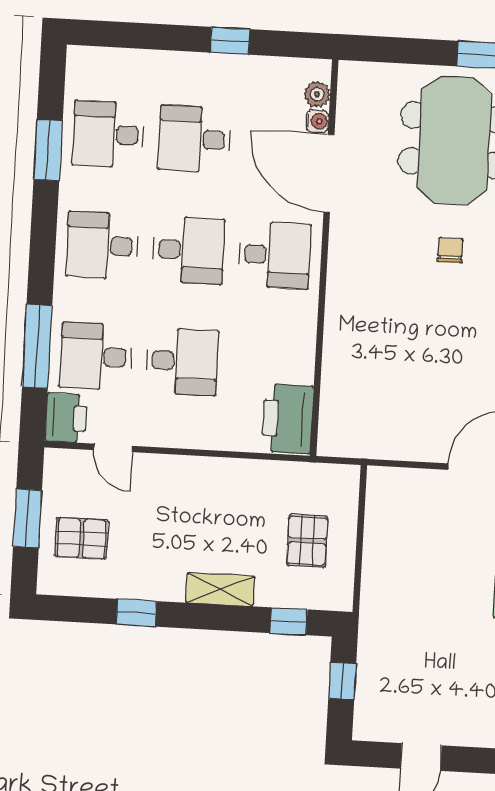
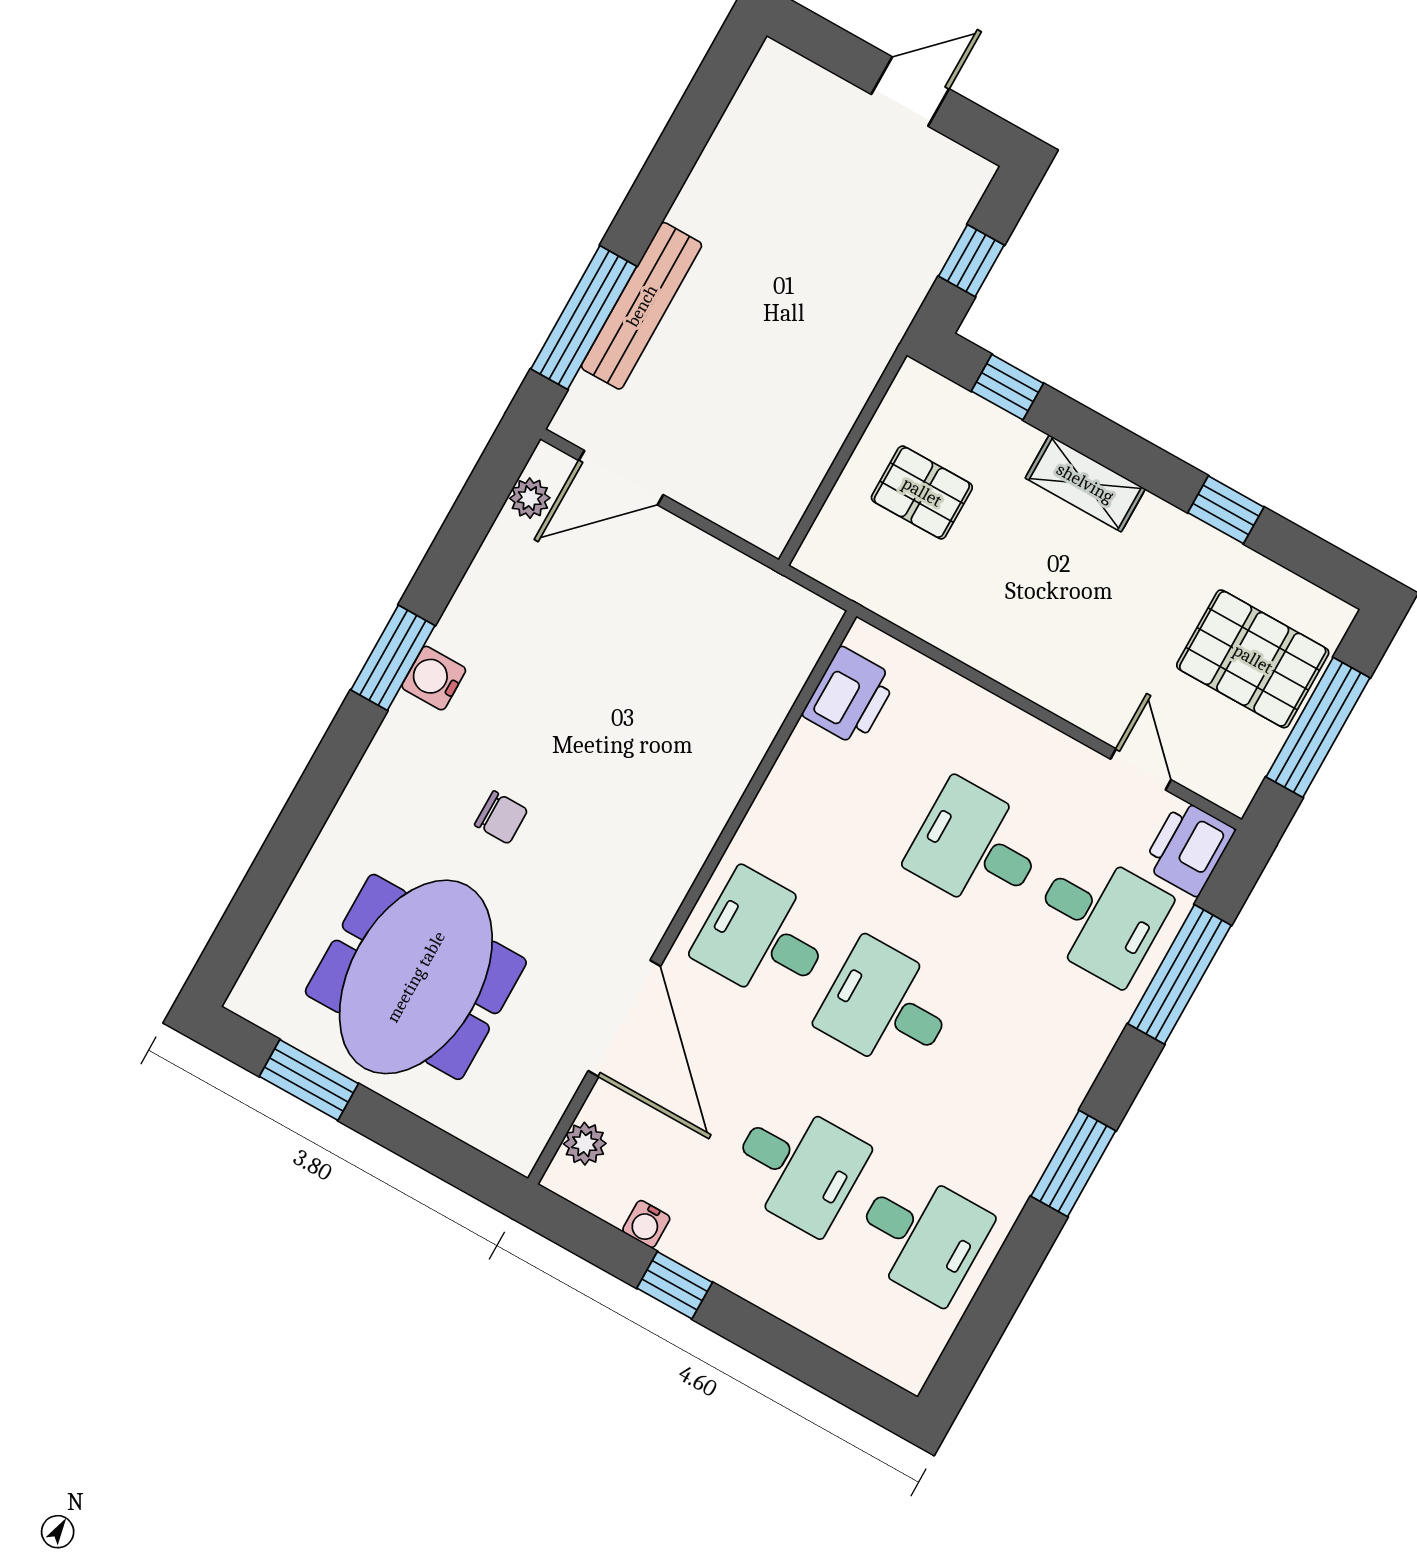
water cooler: (317, 121) -> (646, 1224), moved, turned -90
window: (48, 150) -> (1073, 1164), moved
desk: (102, 245) -> (1011, 1076), removed
chair: (450, 250) -> (501, 817), turned -90
printer: (288, 419) -> (850, 696), width x0.73, depth x0.84
window: (27, 518) -> (1318, 727), width x1.44
pallet: (82, 538) -> (1253, 659), width x1.50, depth x1.42
pallet: (307, 541) -> (922, 492), turned 90

